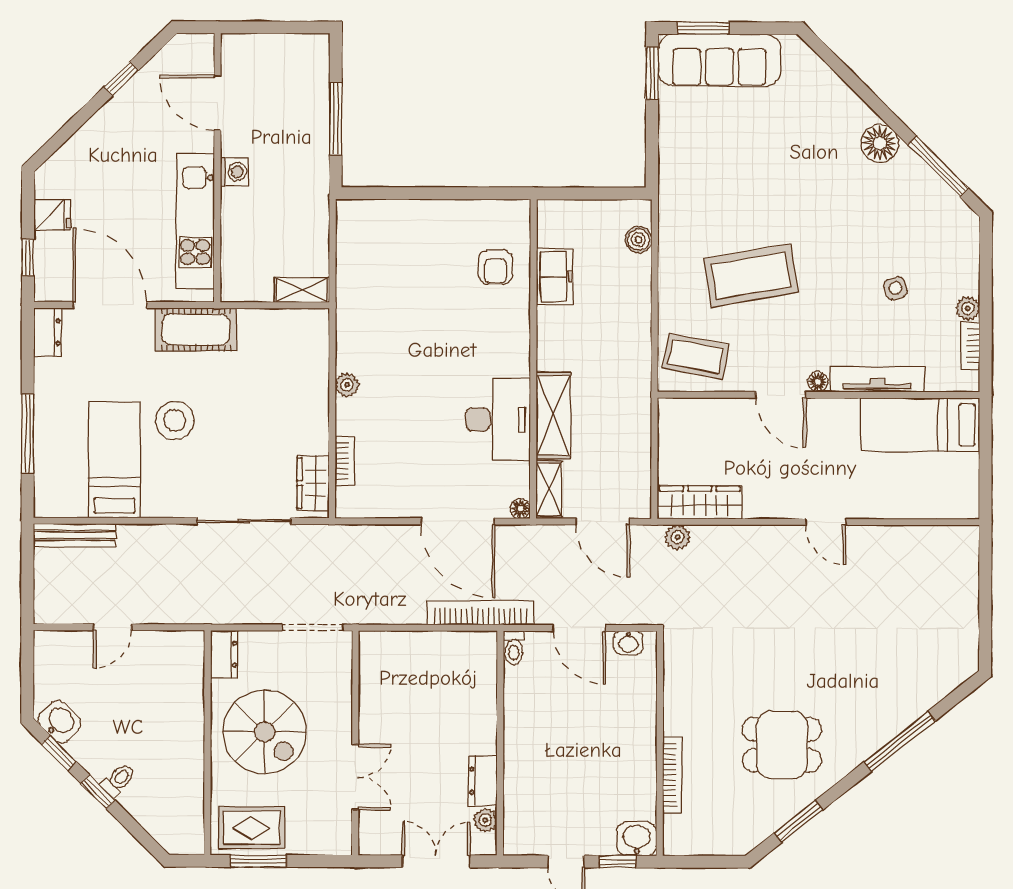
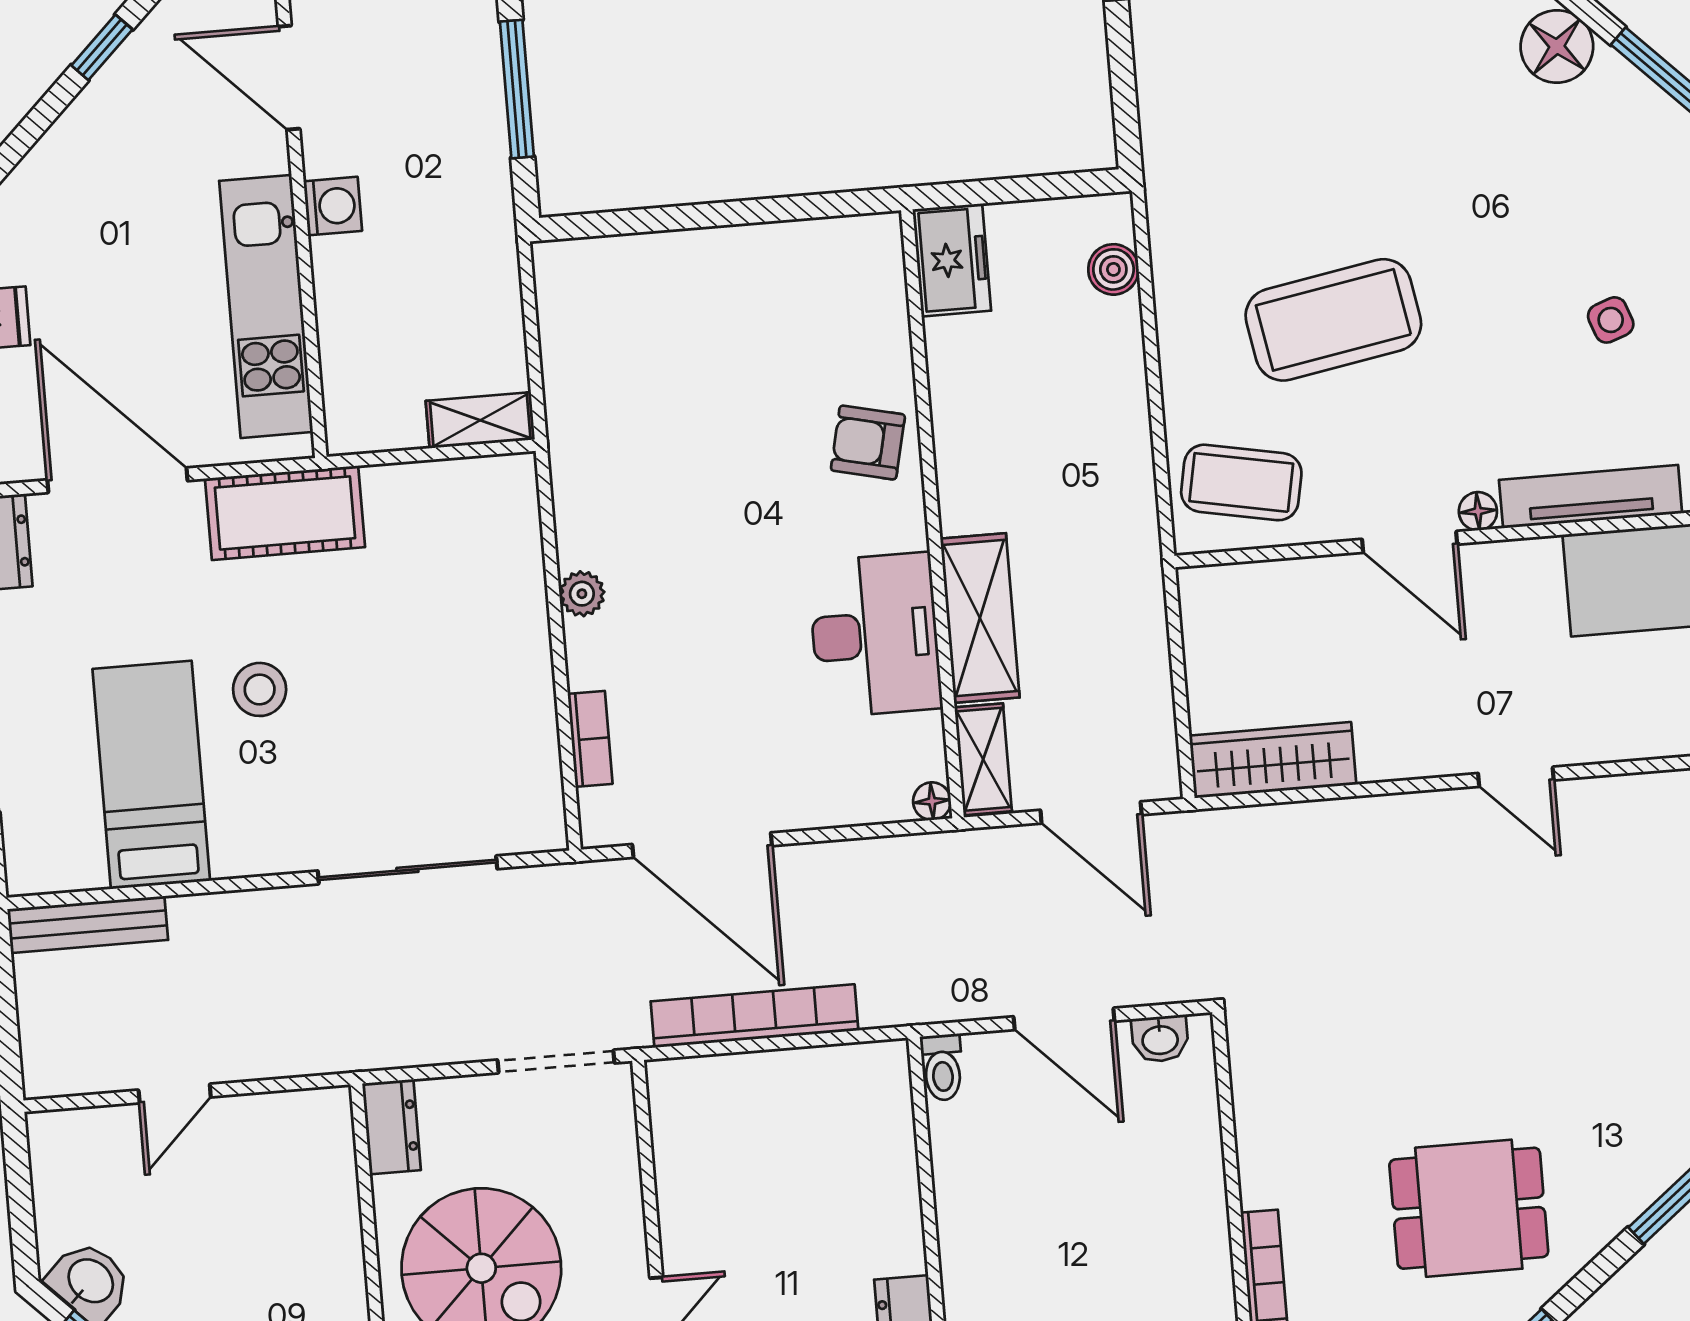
armchair: (496, 267) -> (868, 443), moved, turned 103
freezer: (555, 277) -> (952, 260), moved
stool: (175, 420) -> (260, 689), width x0.73, depth x0.73
wardrobe: (313, 483) -> (533, 786), removed
door: (458, 521) -> (702, 845), moved
plant: (678, 537) -> (1236, 830), removed
bookcase: (480, 613) -> (754, 1016), moved

